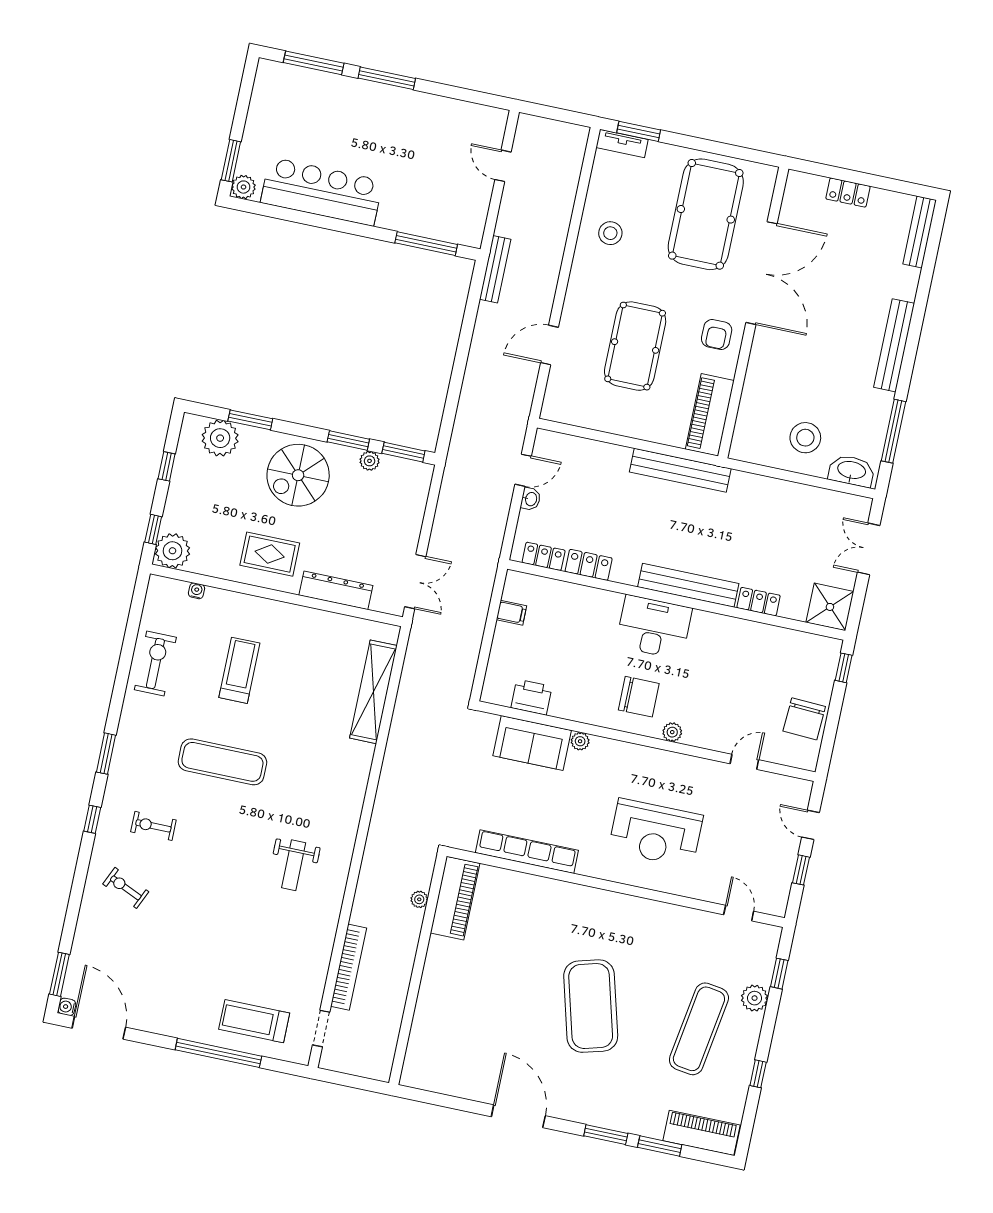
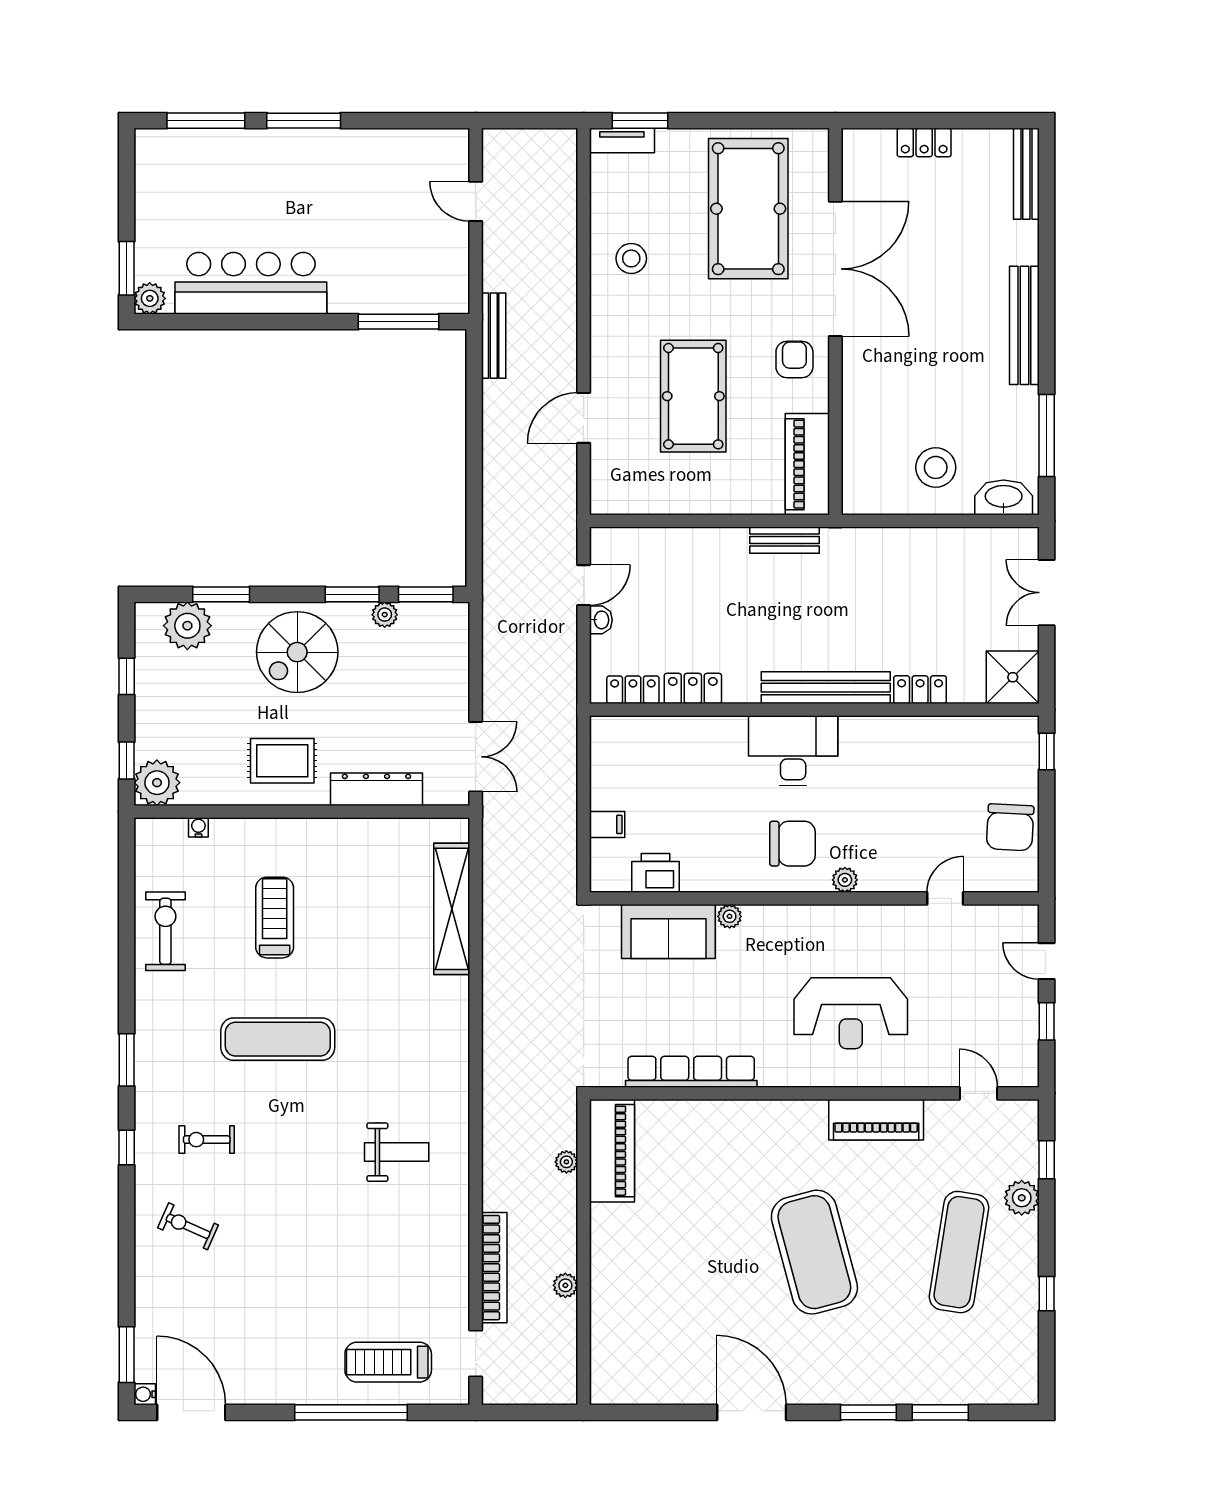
armchair: (717, 335) -> (794, 359), turned 180
bench: (680, 470) -> (785, 540), width x0.54, depth x0.82
filing cabinet: (511, 613) -> (607, 824), moved
weight bench: (294, 865) -> (397, 1152), turned -90
plant: (399, 992) -> (565, 1285), added
piano: (701, 1133) -> (876, 1120), moved, turned 180

